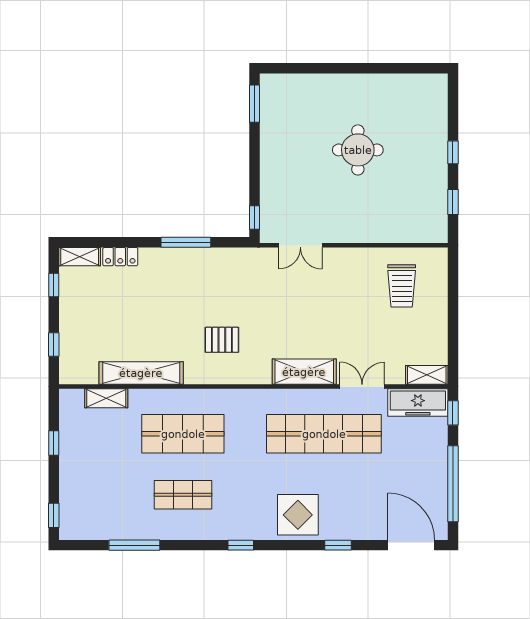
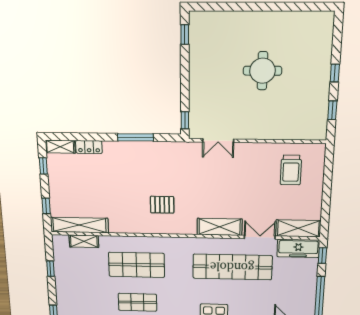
window: (254, 104) -> (185, 35), width x0.67
shelving: (141, 373) -> (79, 225), moved
shelving: (427, 375) -> (298, 228), width x1.50, depth x1.33

